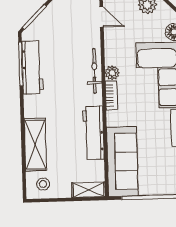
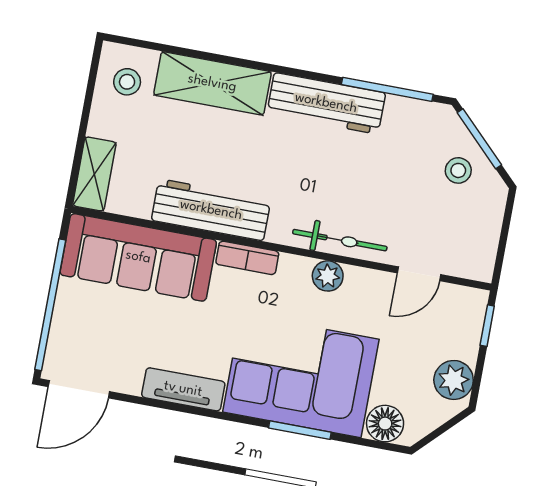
door: (102, 17) -> (419, 274), moved
stool: (51, 23) -> (458, 170), added
workbench: (32, 68) -> (326, 103), moved
bookcase: (111, 96) -> (247, 258), moved

